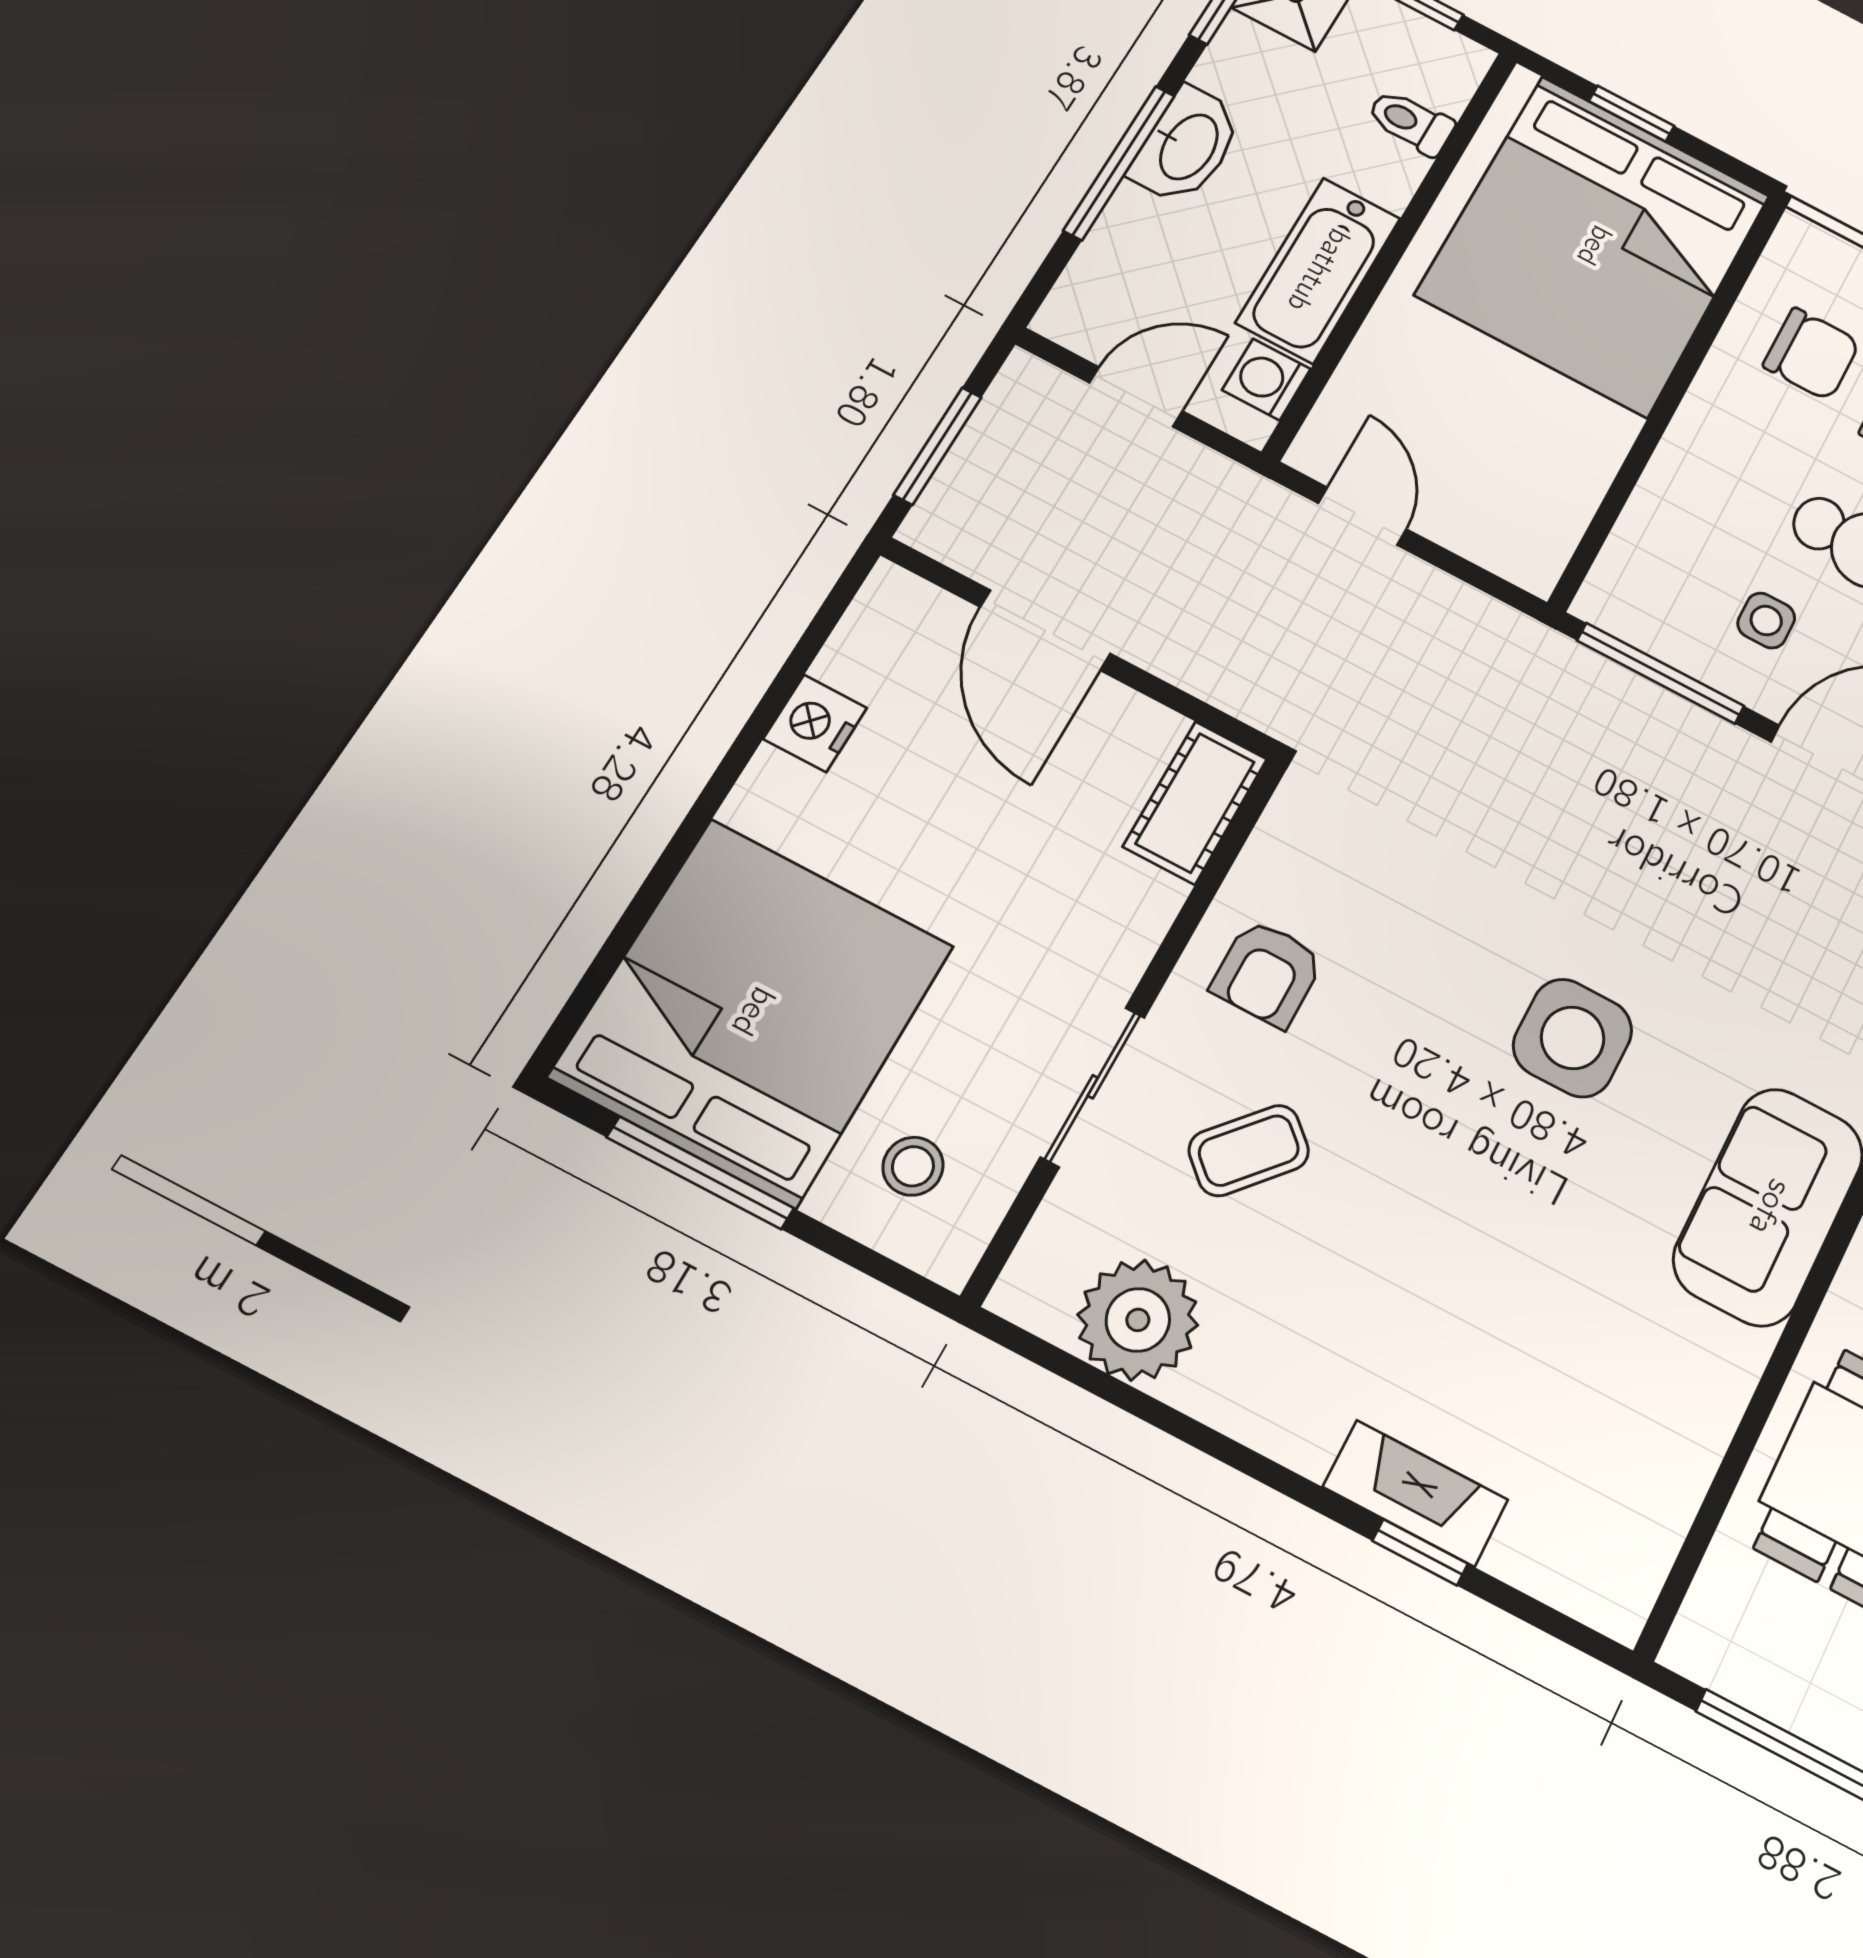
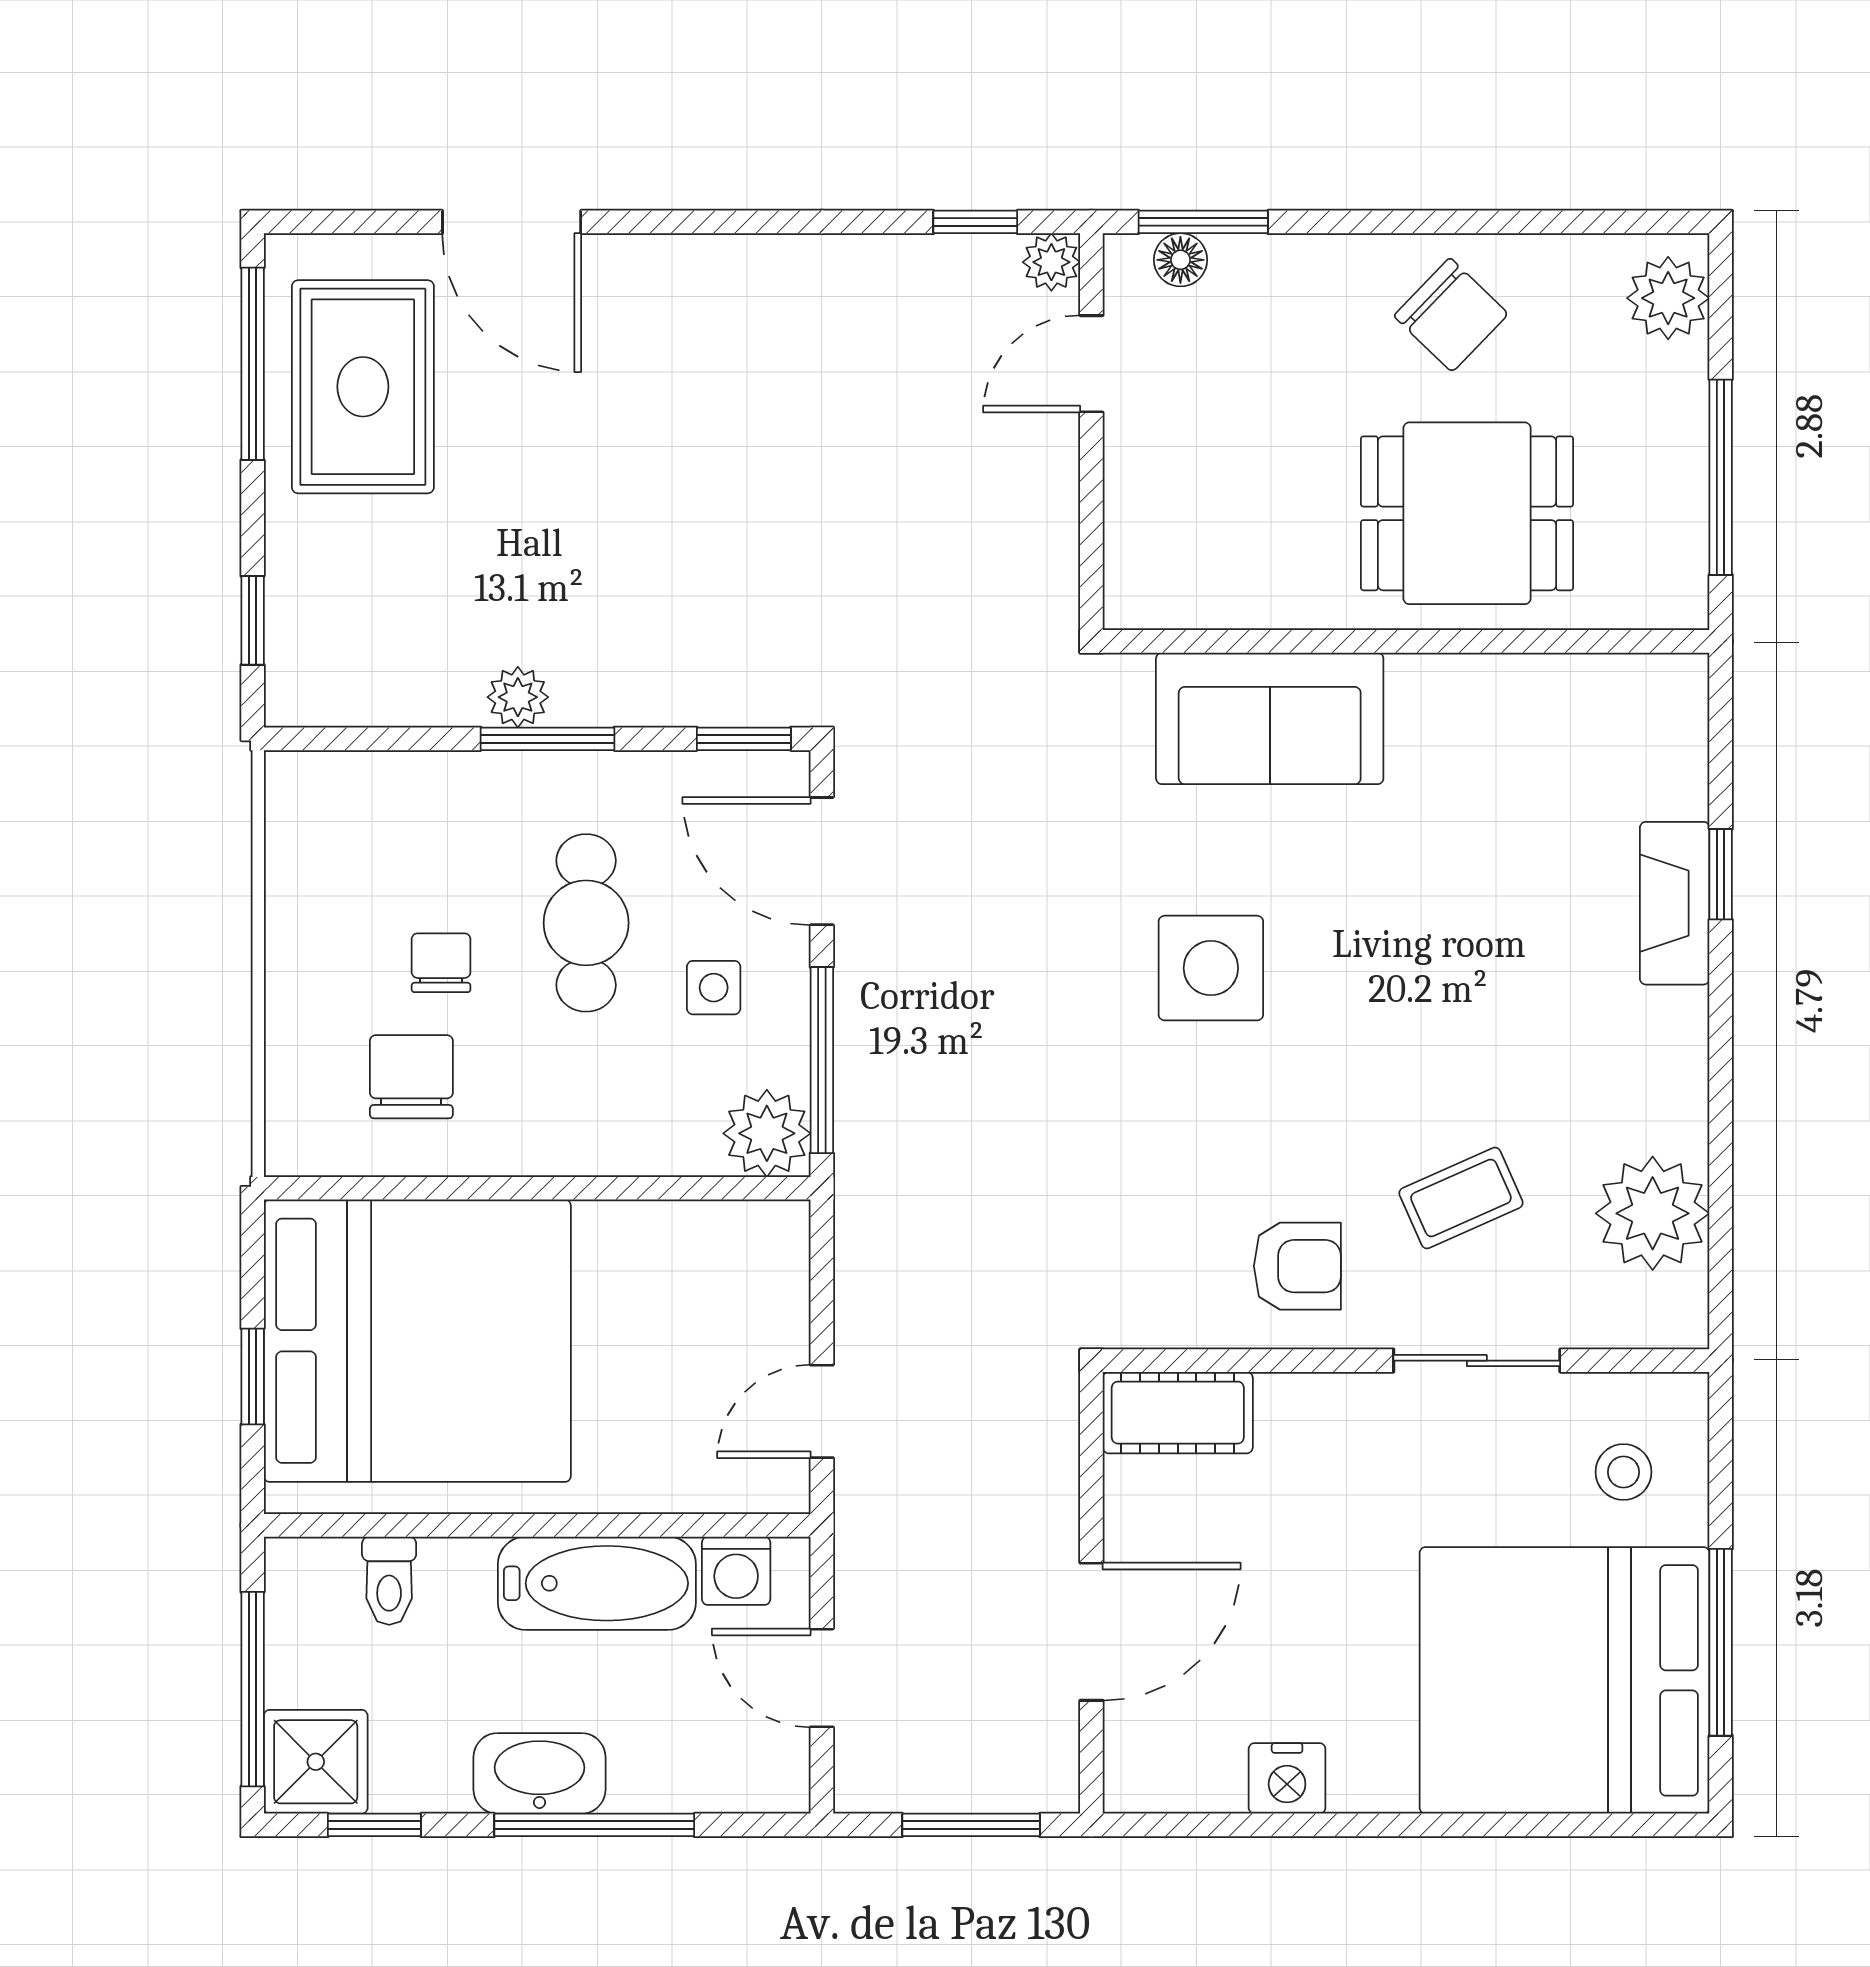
plant: (1622, 597) -> (767, 1133), added
coffee table: (1249, 1151) -> (1461, 1198), turned -66

